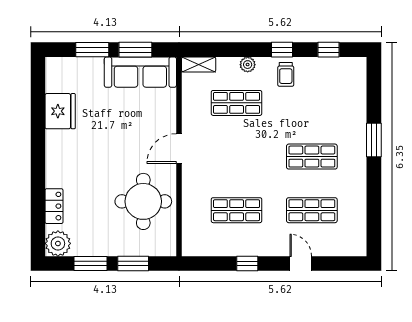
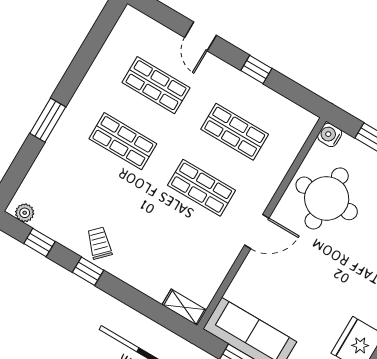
plant: (248, 65) -> (25, 213), moved
trolley: (286, 74) -> (99, 243), turned -45
shop shelf: (237, 103) -> (202, 188), moved
water cooler: (168, 248) -> (330, 135), added

